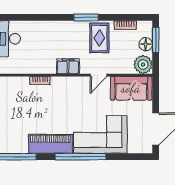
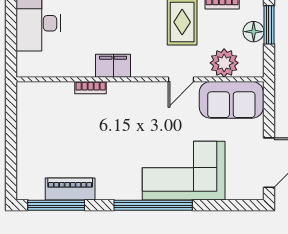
plant: (143, 65) -> (224, 63), moved
filing cabinet: (68, 66) -> (113, 66), moved
piano: (51, 144) -> (70, 189), moved, width x0.73, depth x0.75

